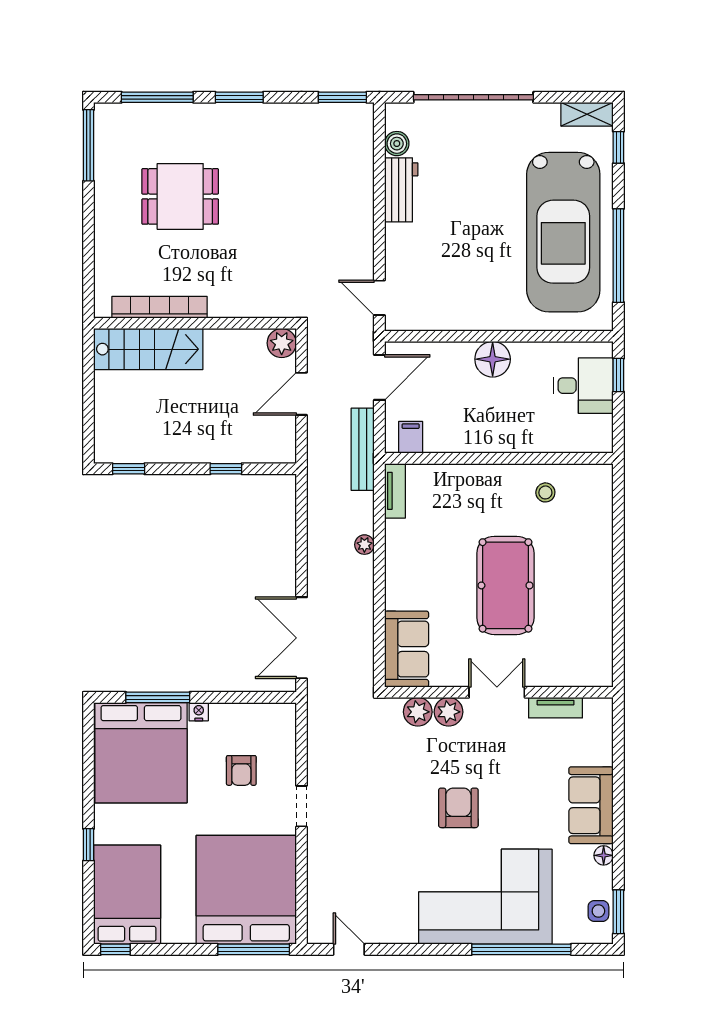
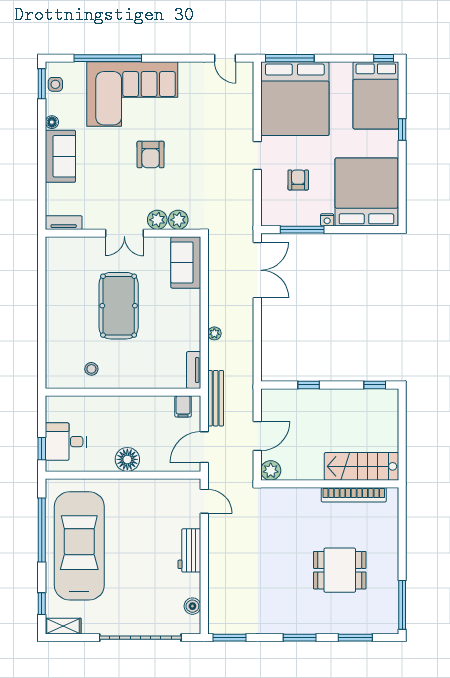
window: (157, 97) -> (355, 638), width x0.69
workbench: (401, 190) -> (189, 550), moved
window: (158, 697) -> (302, 230), moved
tv unit: (556, 708) -> (64, 223), moved

